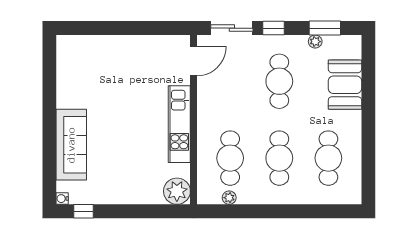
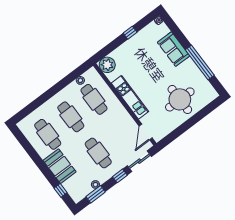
window: (368, 69) -> (61, 190), added
round table: (114, 70) -> (180, 99), added
booth: (345, 85) -> (60, 166), moved
window: (49, 100) -> (200, 63), added
sofa: (71, 145) -> (174, 49), width x0.73
window: (84, 211) -> (130, 33), moved

